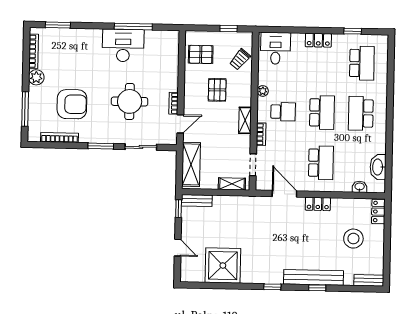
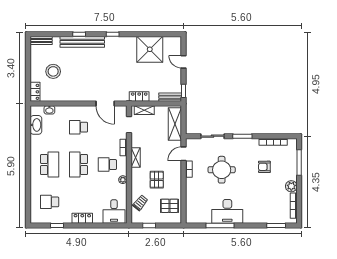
school desk: (362, 63) -> (50, 202), width x0.54
armchair: (72, 104) -> (264, 167), width x0.53, depth x0.53
school desk: (321, 163) -> (78, 127), width x0.54
locker: (318, 204) -> (139, 97), moved

